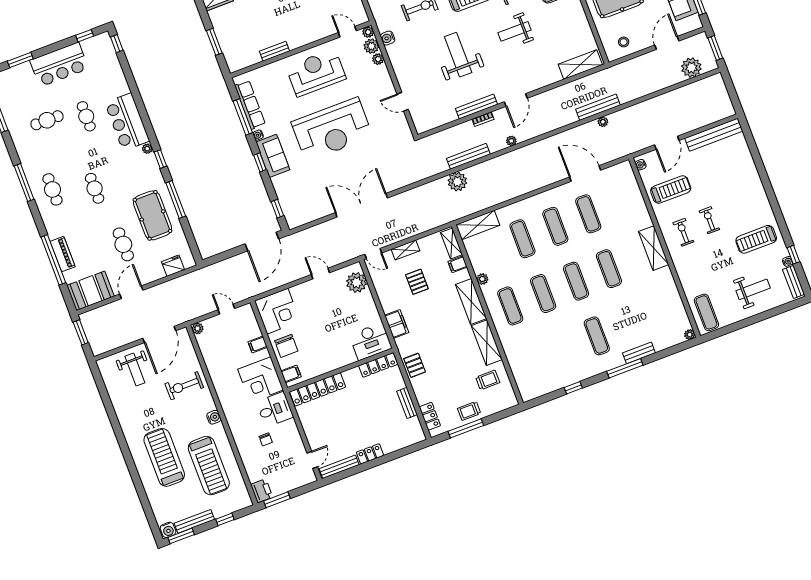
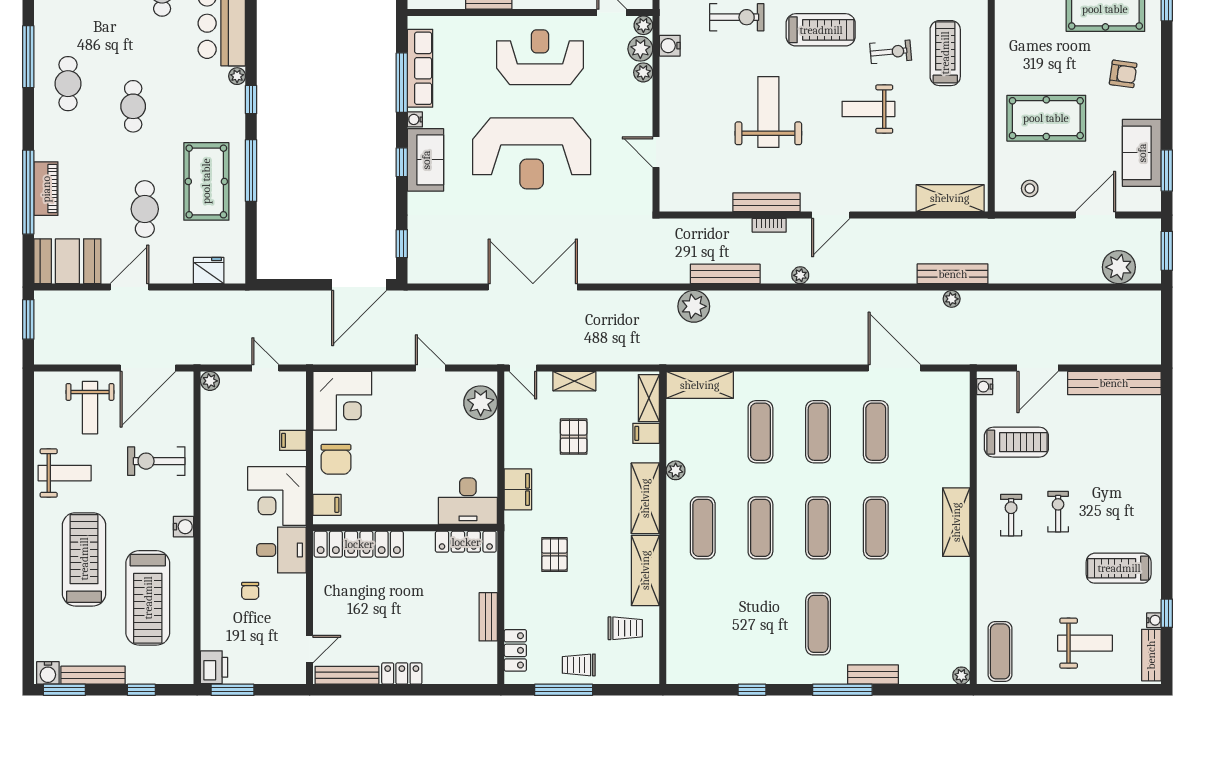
pallet: (415, 365) -> (554, 554), moved
weight bench: (134, 412) -> (65, 473), added

